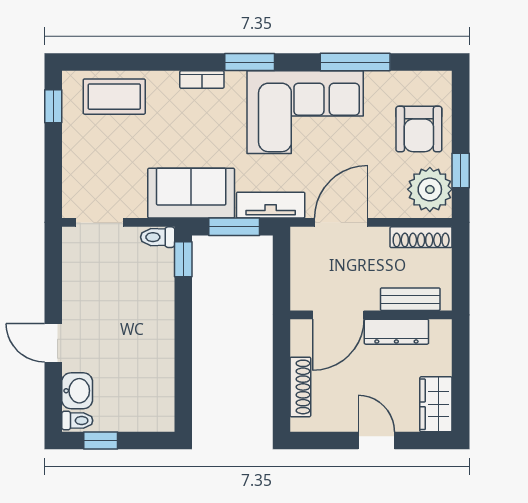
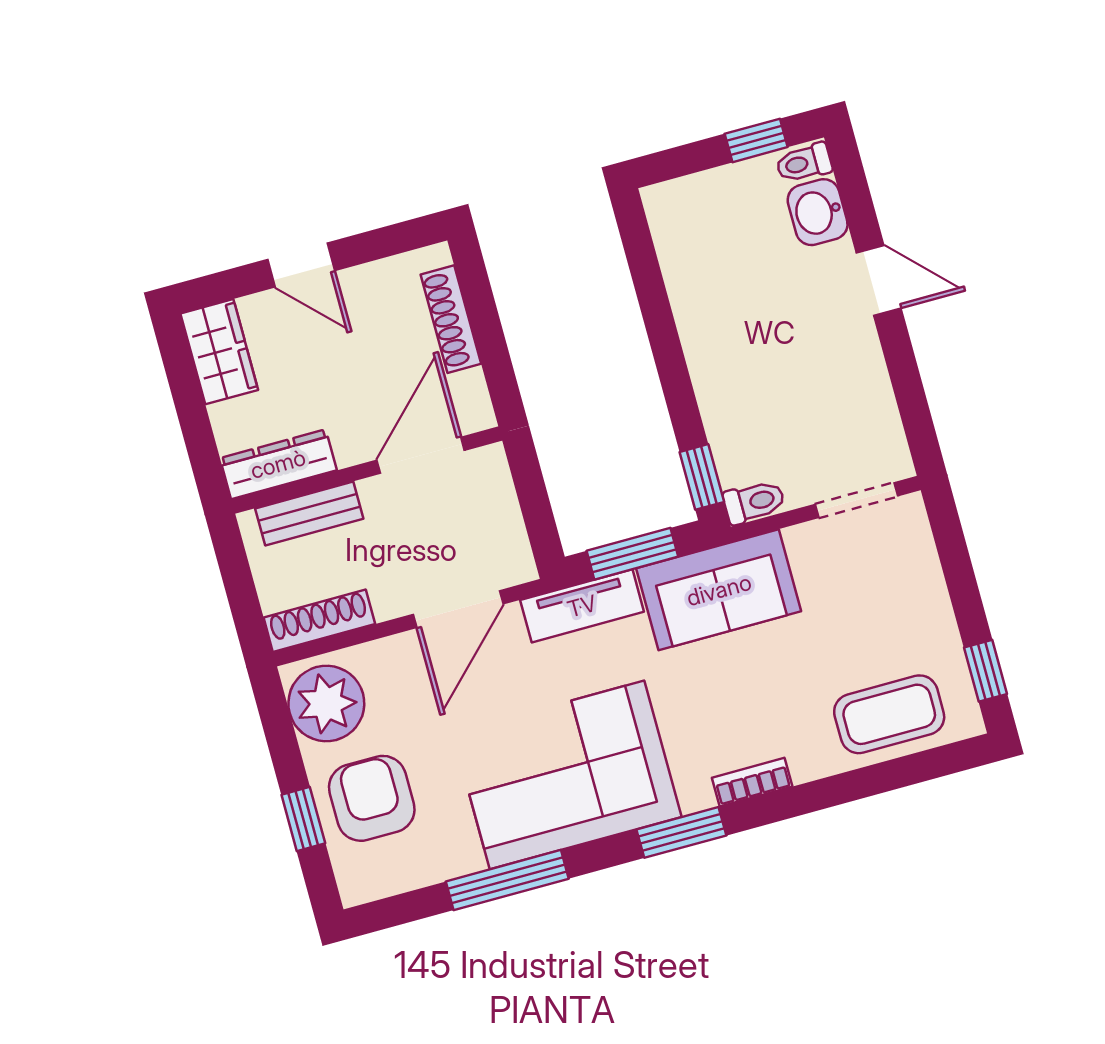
window: (461, 170) -> (303, 819), moved
dresser: (396, 332) -> (278, 464), moved

